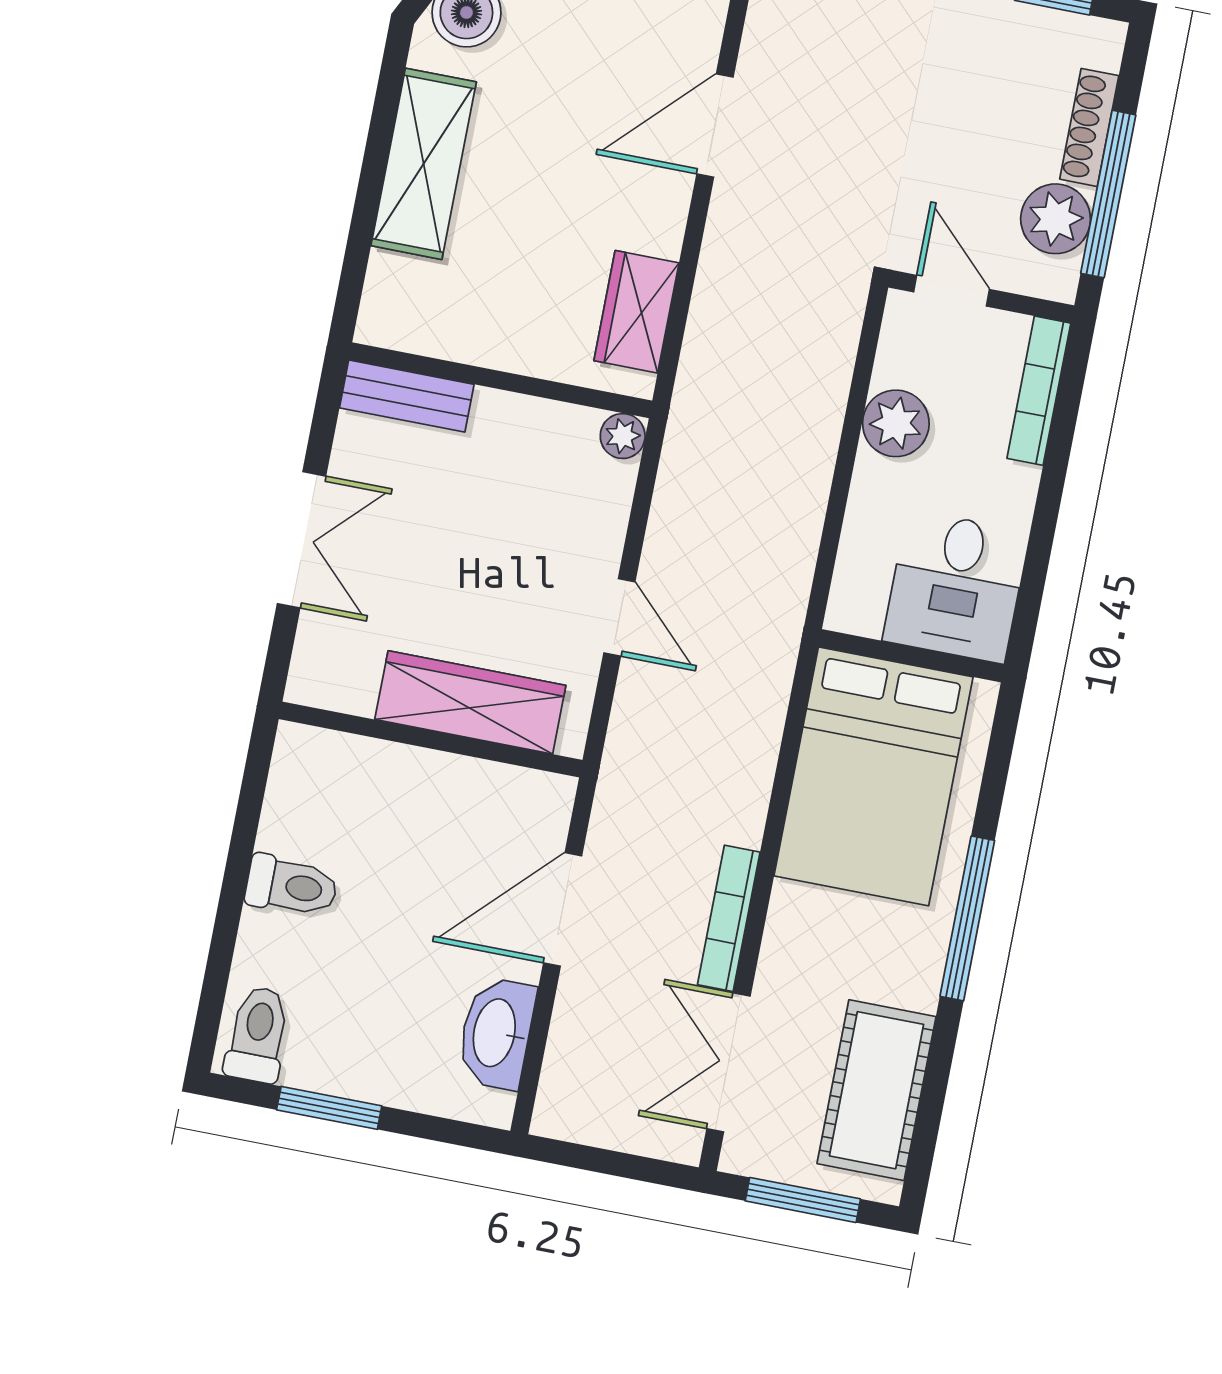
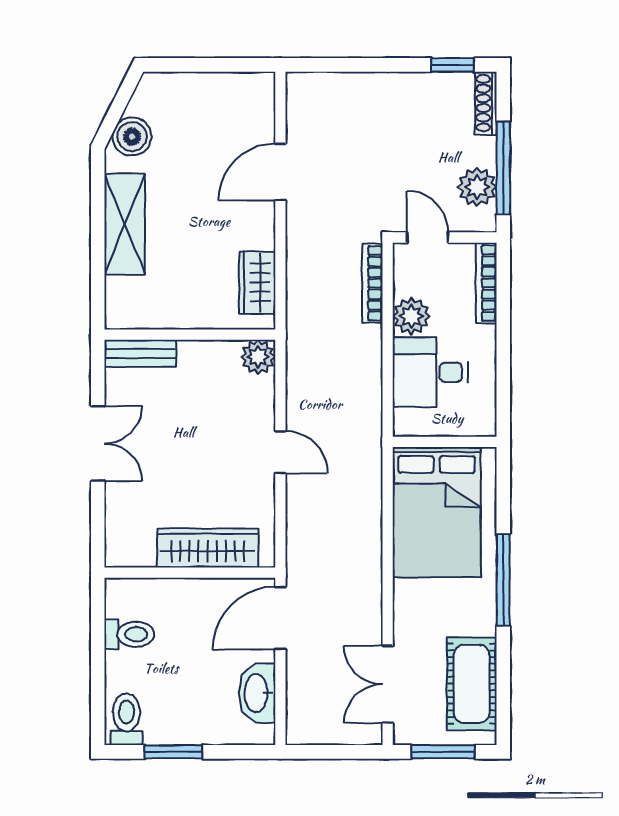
shoe rack: (1089, 127) -> (486, 103), moved
plant: (623, 436) -> (258, 357), width x1.38, depth x1.38
desk: (956, 586) -> (430, 372), moved, turned 90
wardrobe: (470, 702) -> (208, 548), moved
wall: (431, 740) -> (190, 573), moved
bookcase: (729, 918) -> (372, 283), moved

